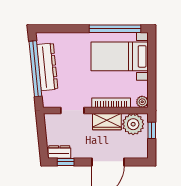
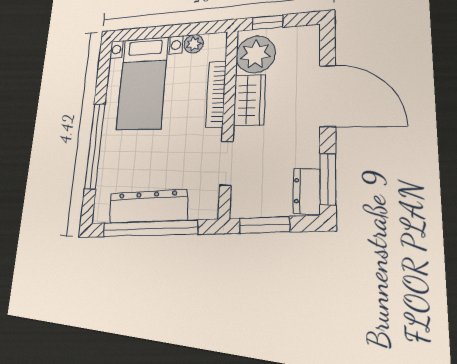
window: (115, 29) -> (95, 146), moved
plant: (142, 102) -> (194, 44), moved
window: (42, 131) -> (264, 225), added
window: (66, 162) -> (328, 179), width x1.50

